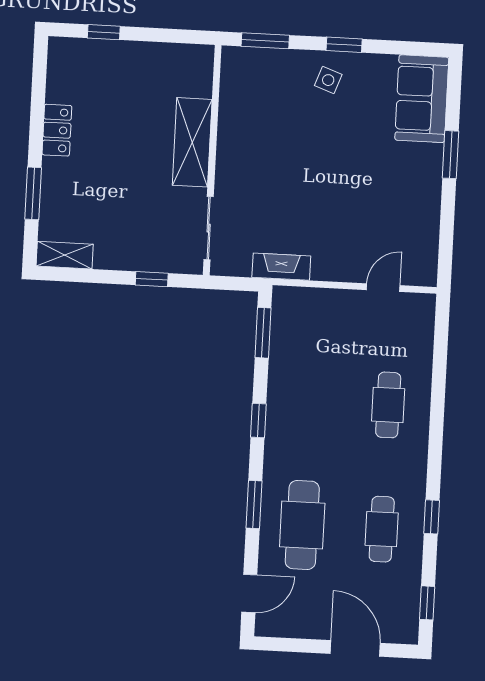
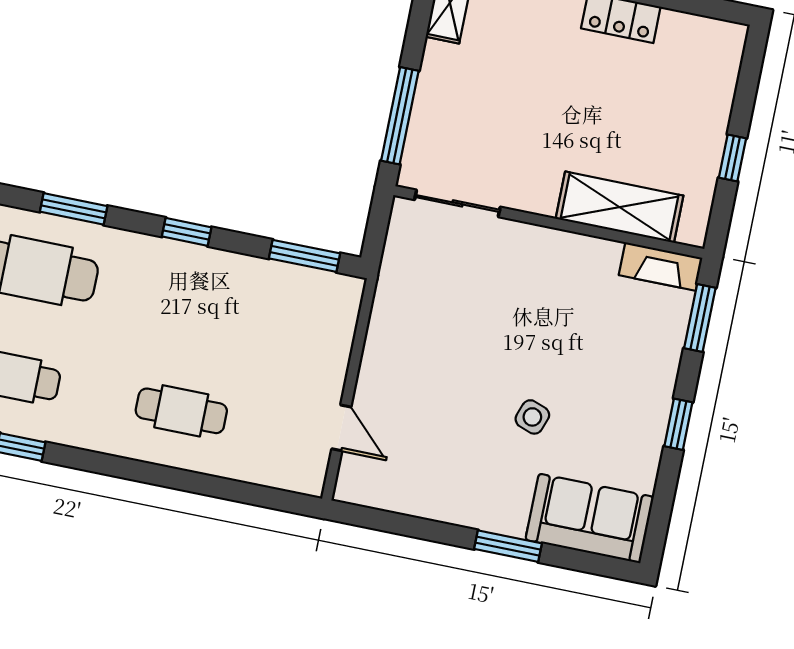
window: (104, 32) -> (733, 158), moved
side table: (328, 80) -> (532, 417), moved
shelving: (192, 142) -> (620, 207), moved
fireplace: (281, 267) -> (661, 267), moved, turned 90
window: (152, 279) -> (400, 116), width x2.17

